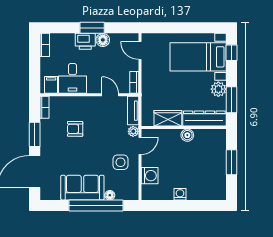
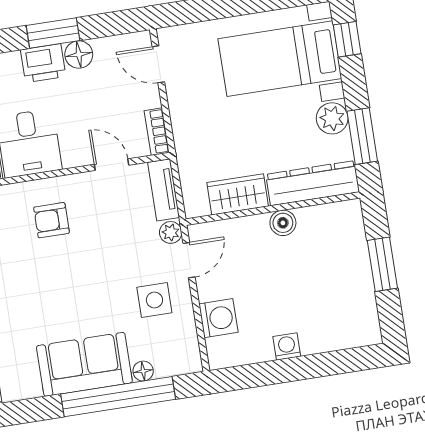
armchair: (75, 129) -> (52, 220), moved

